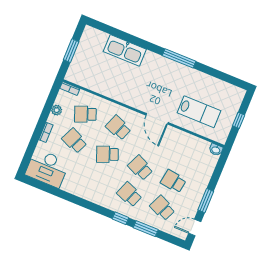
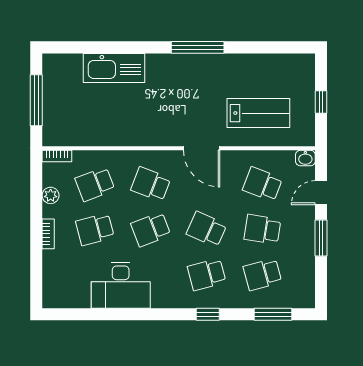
window: (71, 51) -> (36, 100), width x1.44
school desk: (74, 141) -> (95, 229), turned -39
school desk: (184, 155) -> (262, 184), added
desk: (47, 168) -> (121, 285), moved
school desk: (129, 194) -> (207, 274), turned -36
school desk: (162, 208) -> (262, 274), turned -39
door: (195, 227) -> (321, 193), moved
window: (146, 229) -> (273, 314), moved

